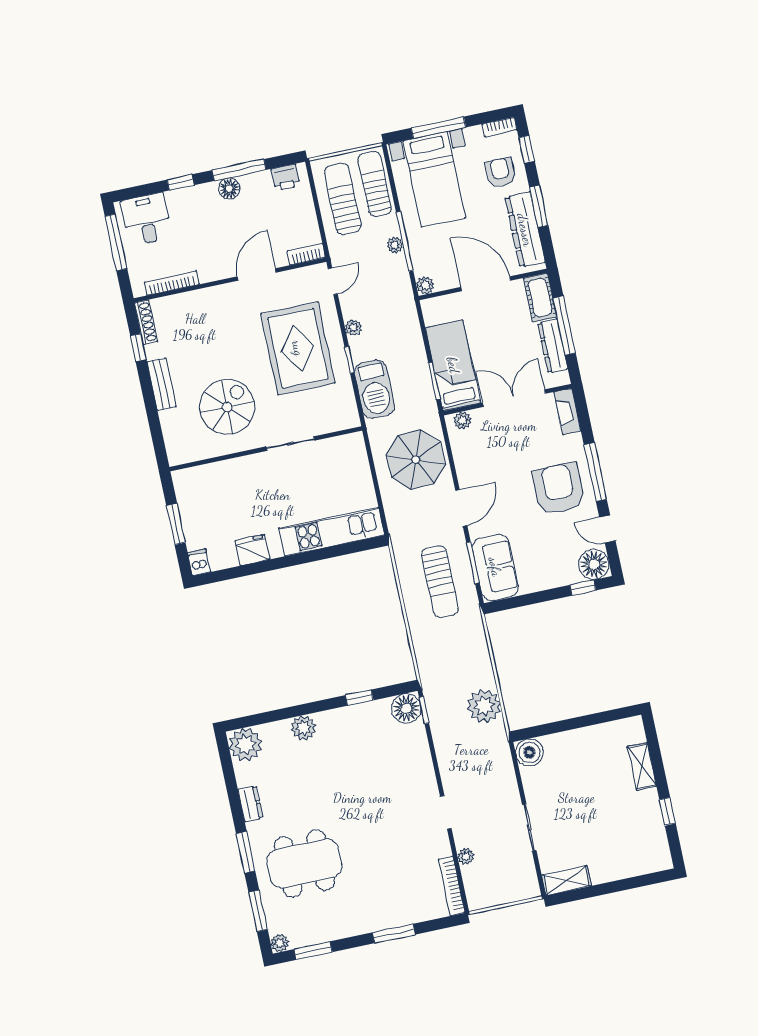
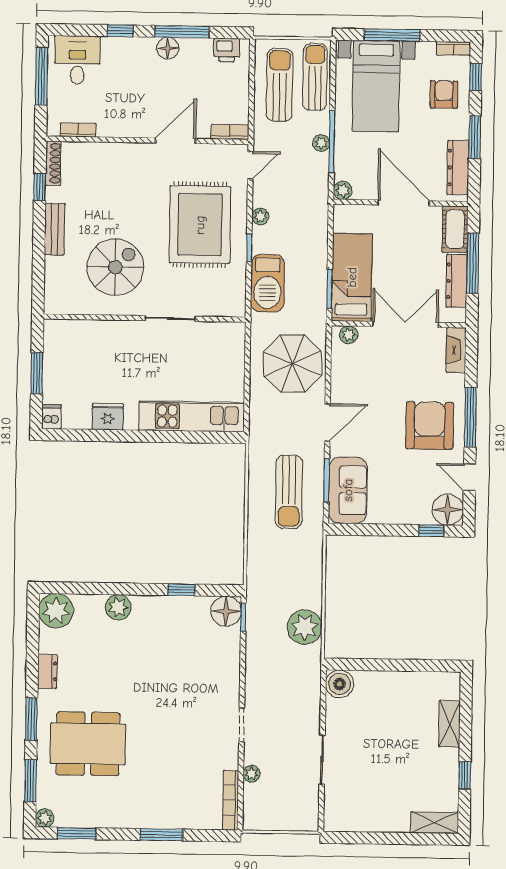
dresser: (525, 230) -> (458, 167), width x0.73, depth x0.80
bookcase: (172, 283) -> (78, 130), width x0.64
shelving: (566, 881) -> (435, 823), moved

